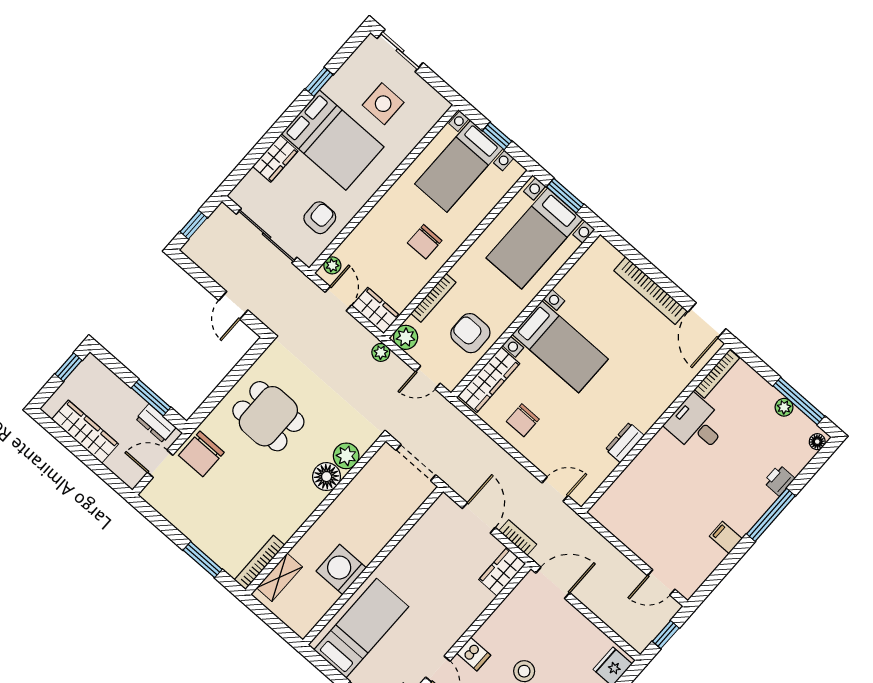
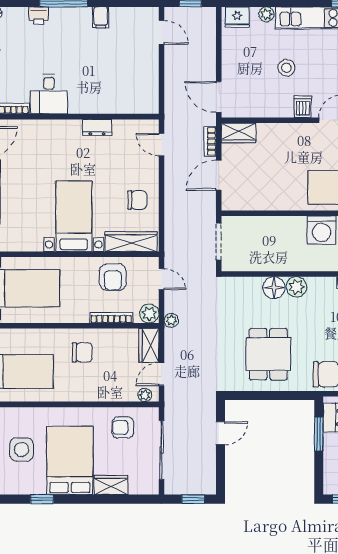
plant: (346, 456) -> (297, 287), moved

